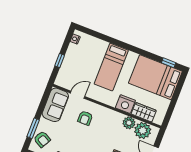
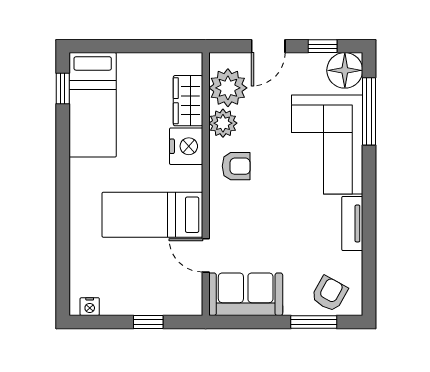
bed: (111, 67) -> (152, 215), moved, turned 180
bed: (155, 77) -> (93, 105), width x0.67
armchair: (85, 118) -> (236, 166), moved

